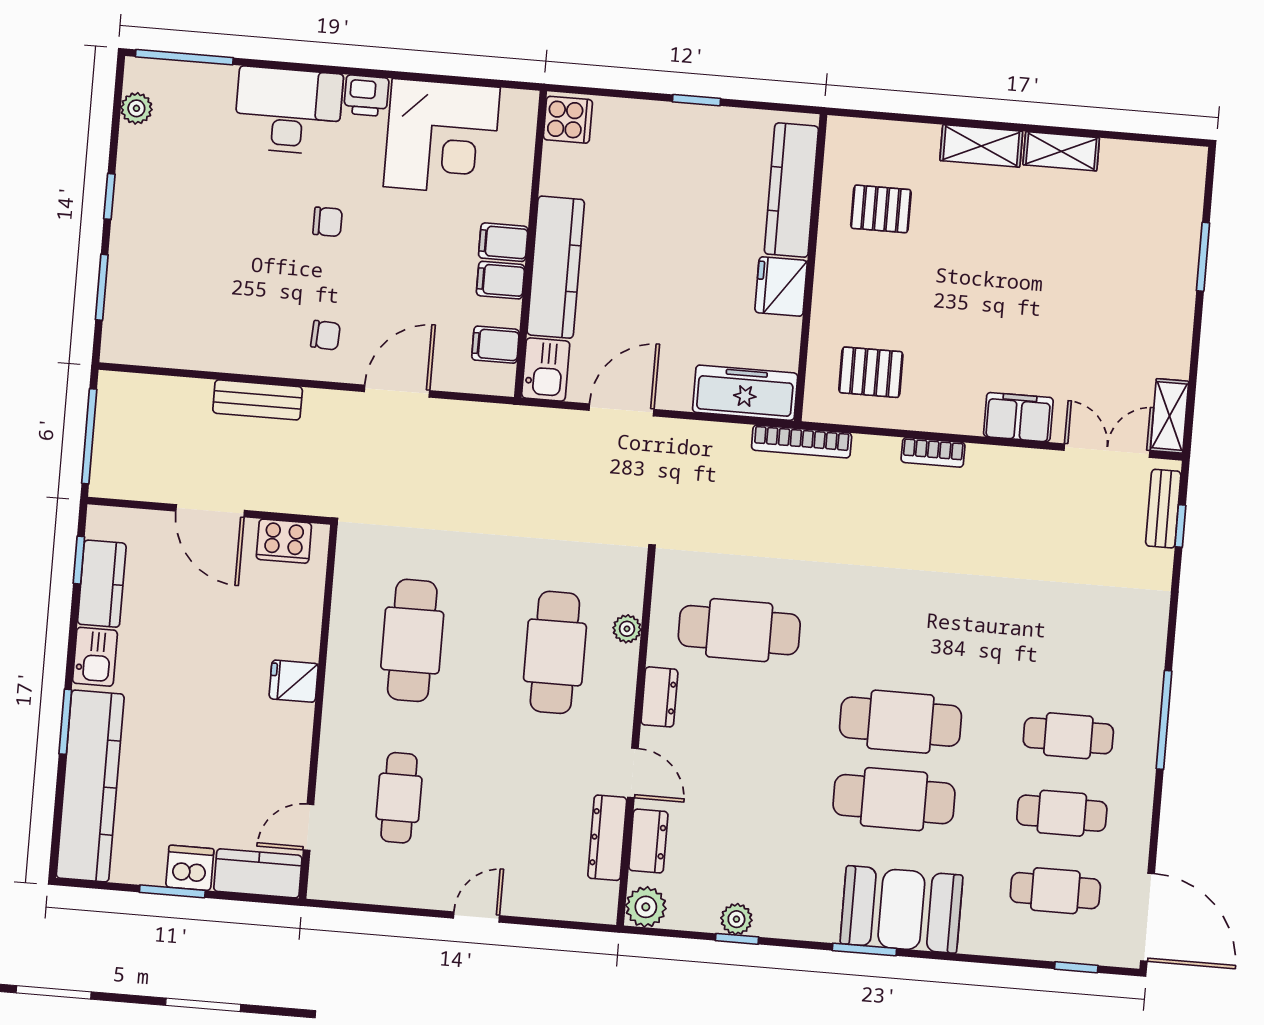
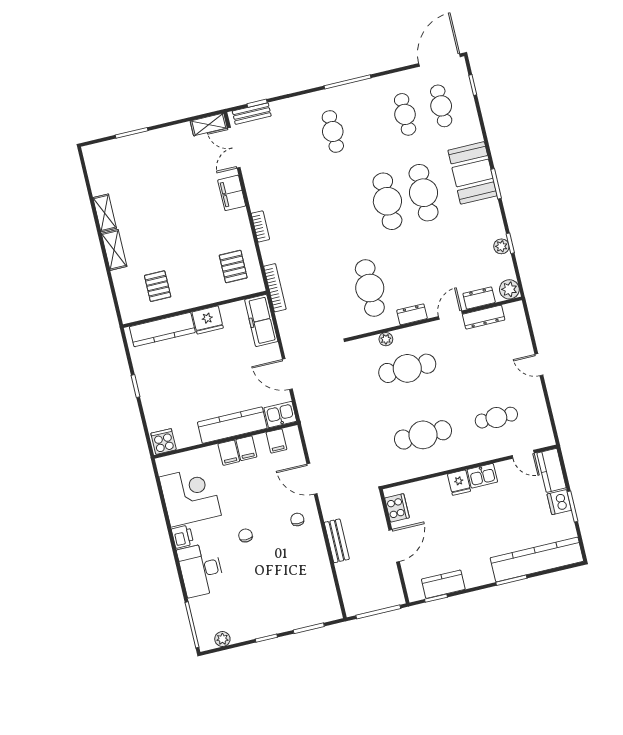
kitchen sink: (95, 657) -> (482, 476), moved, turned 180
cafe table: (1068, 736) -> (333, 131), moved

